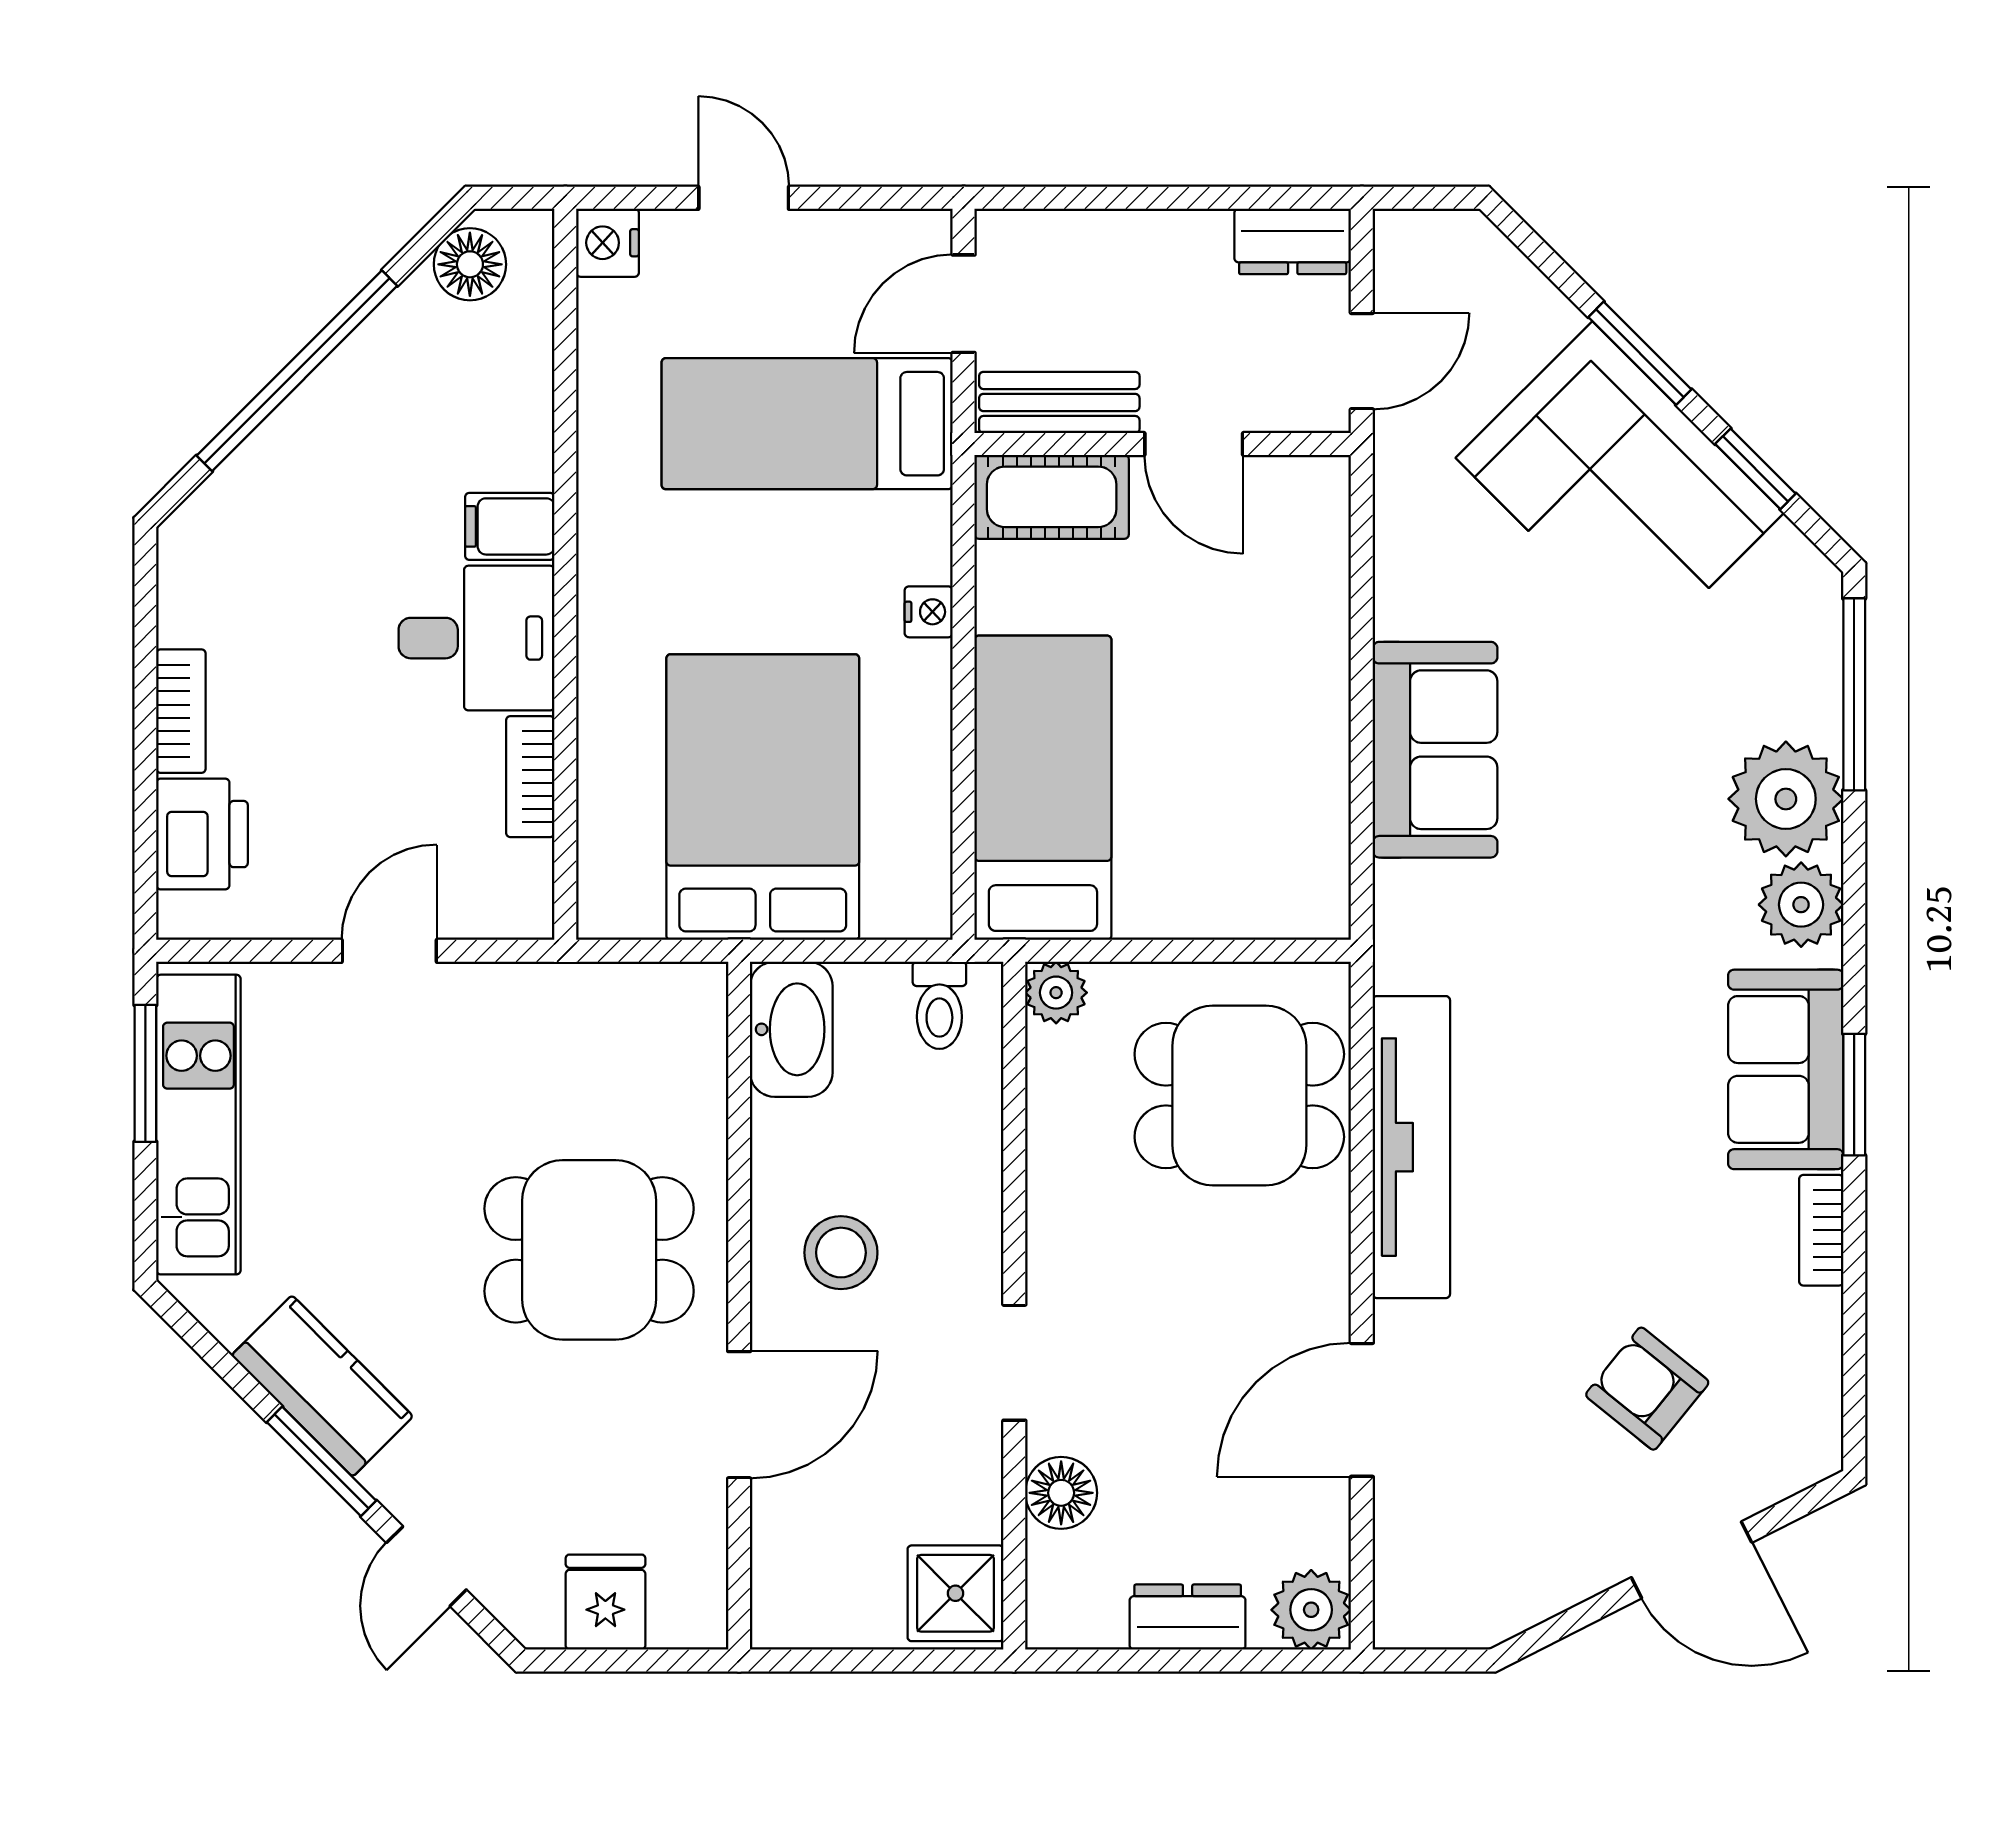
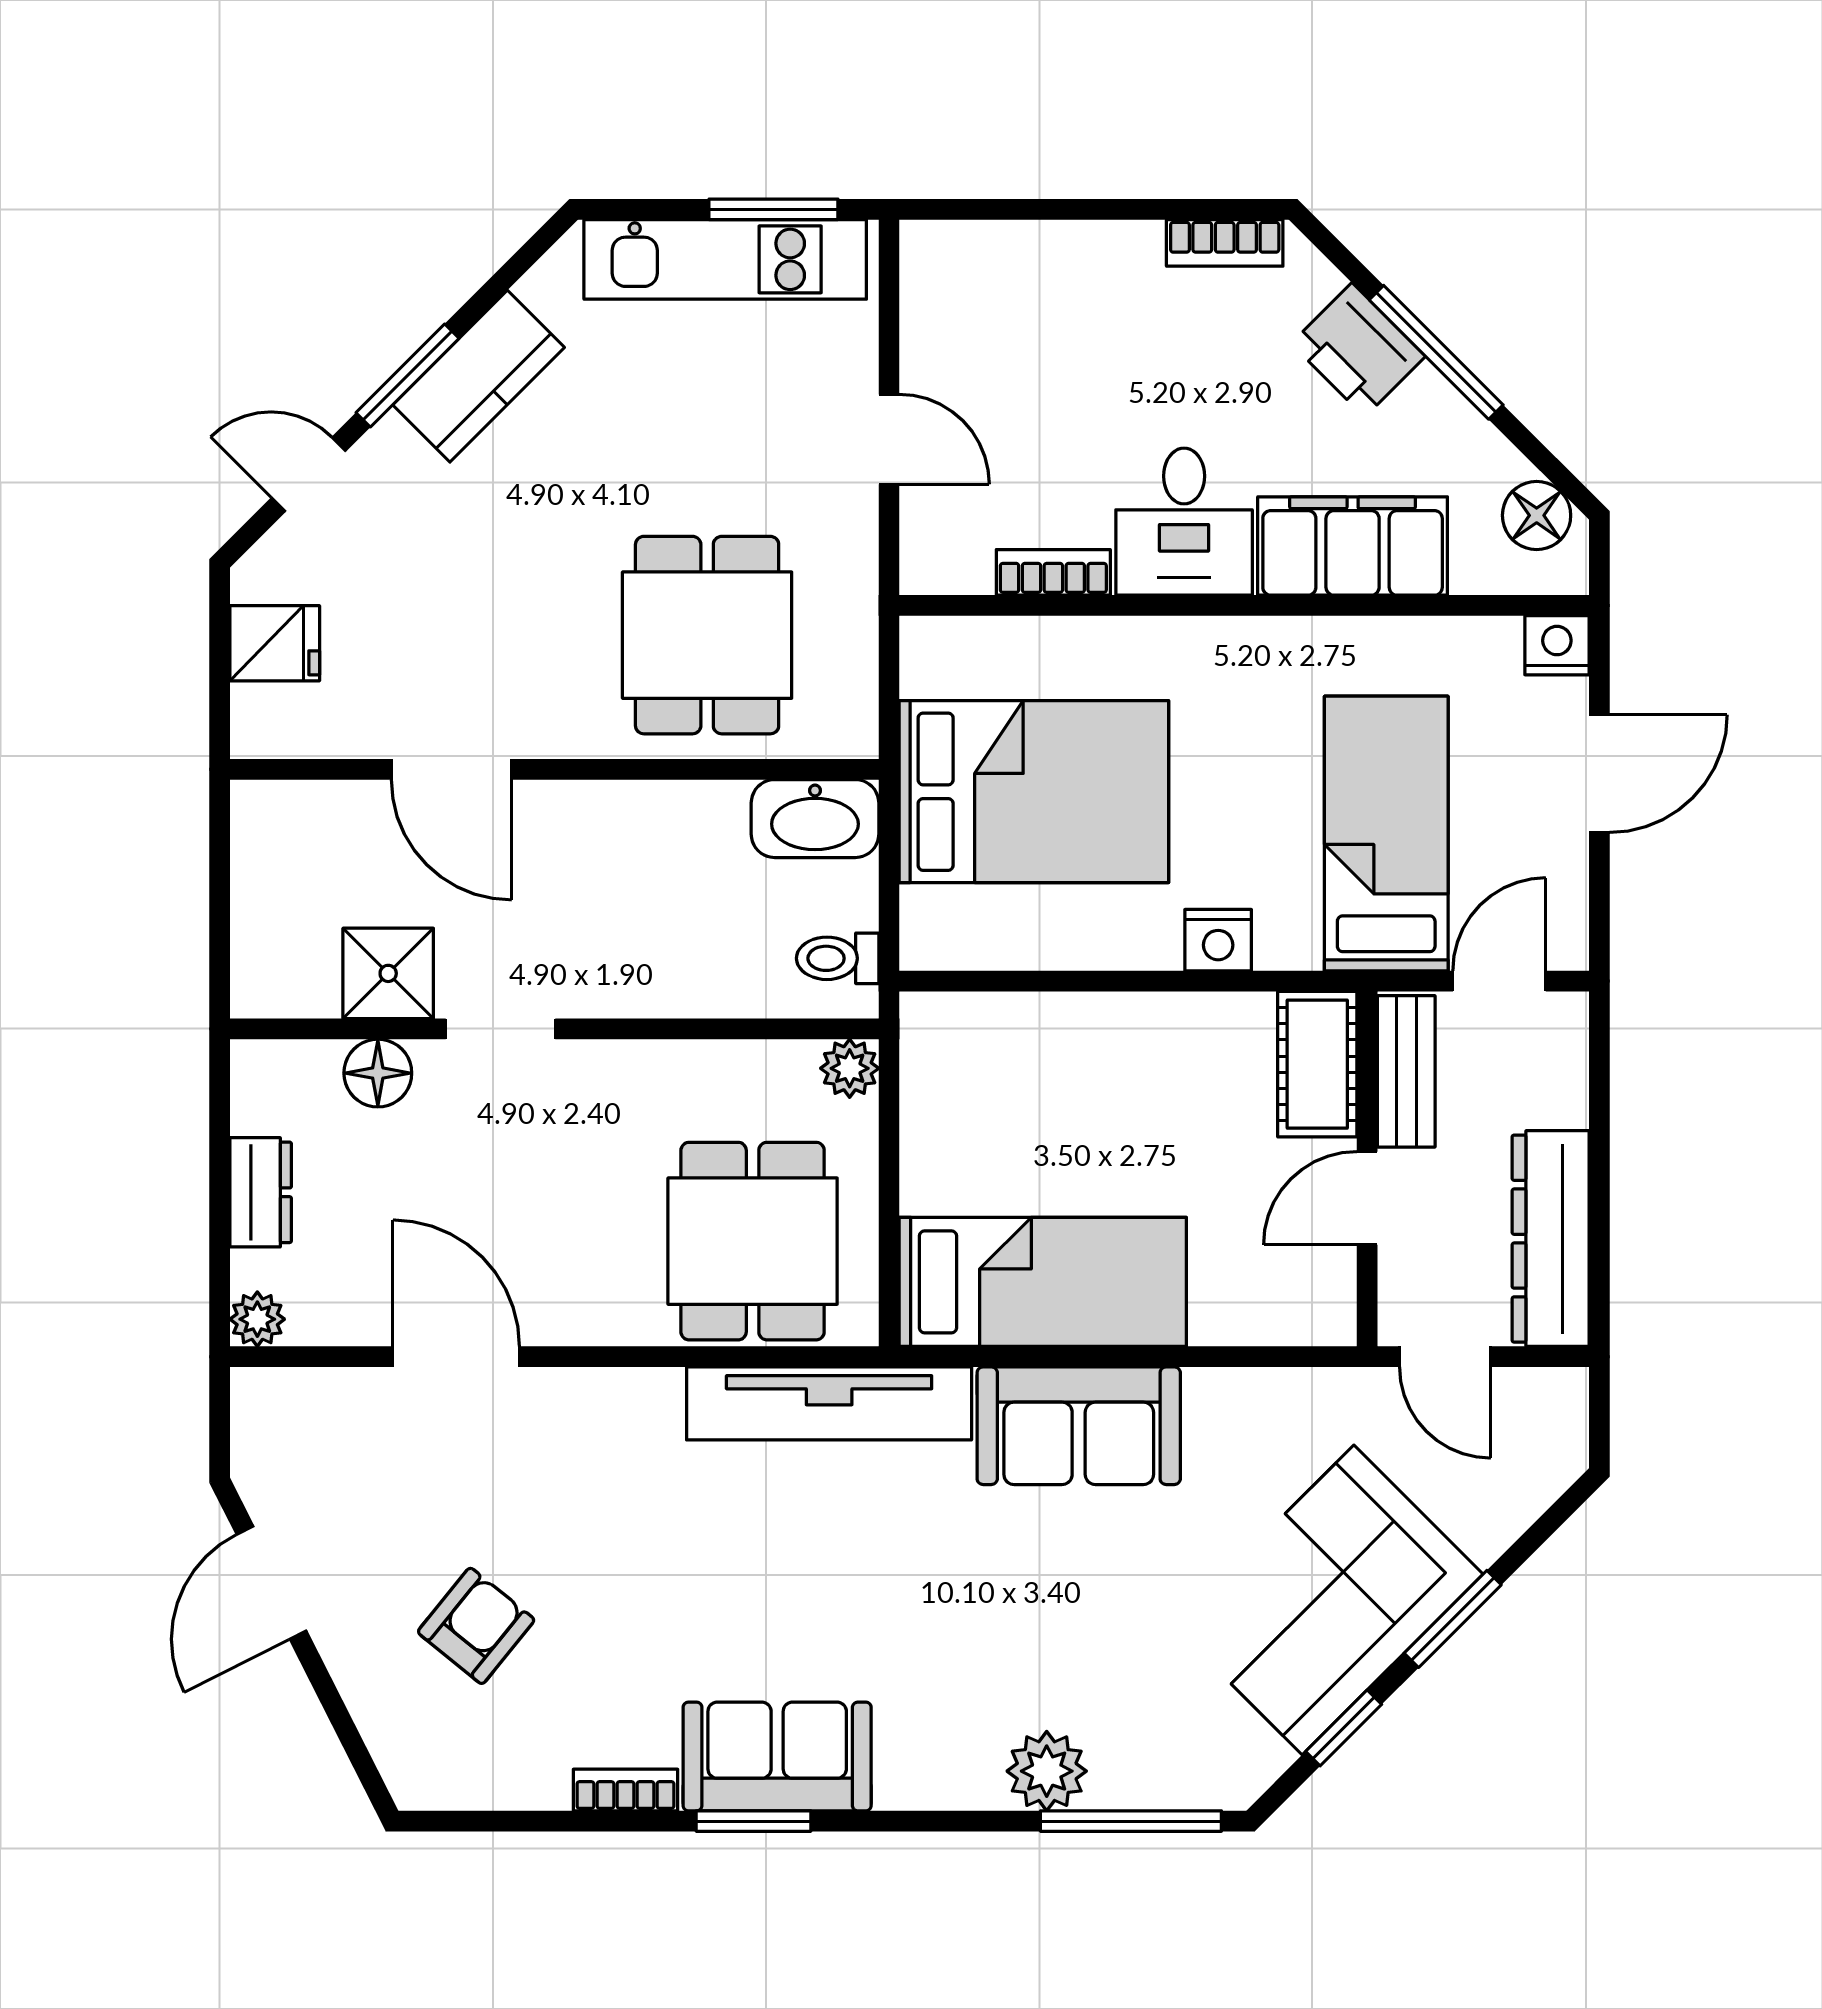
door: (744, 198) -> (1599, 774), width x1.38
dresser: (1293, 241) -> (1551, 1239), width x1.96, depth x1.24
door: (964, 304) -> (1499, 981), hinge flipped
window: (297, 371) -> (1436, 352), width x0.68
filing cabinet: (510, 526) -> (1353, 546), width x3.00, depth x1.17
nightstand: (929, 612) -> (1218, 940), width x1.39, depth x1.35
bookcase: (181, 711) -> (1225, 243), moved
bed: (1043, 788) -> (1043, 1282), moved
plant: (1786, 799) -> (1047, 1771), width x0.73, depth x0.73
printer: (202, 834) -> (1358, 350), moved, turned 45
plant: (1801, 905) -> (933, 1771), removed
tv unit: (1411, 1147) -> (829, 1403), moved
dining table: (589, 1250) -> (707, 635), moved
stool: (841, 1253) -> (604, 865), removed
door: (1692, 1560) -> (271, 1583), moved
shower: (955, 1593) -> (388, 973), moved
plant: (1311, 1610) -> (257, 1319), width x0.73, depth x0.73

